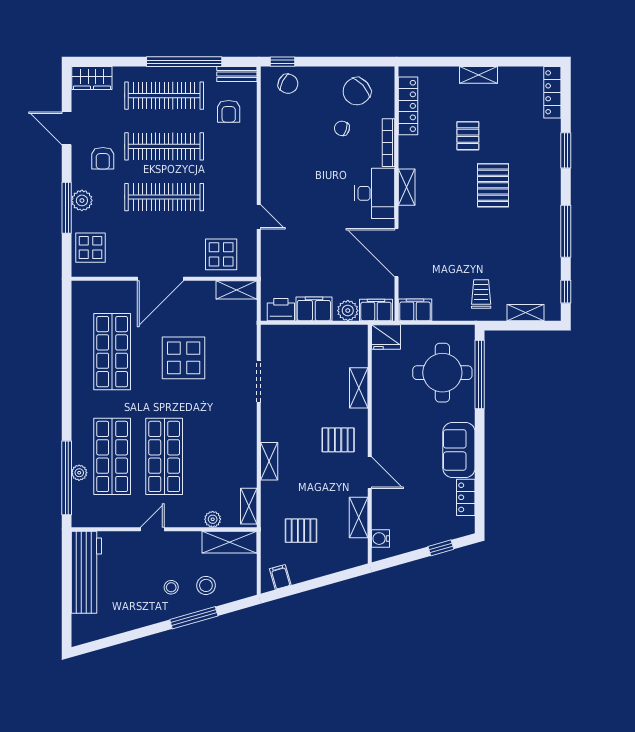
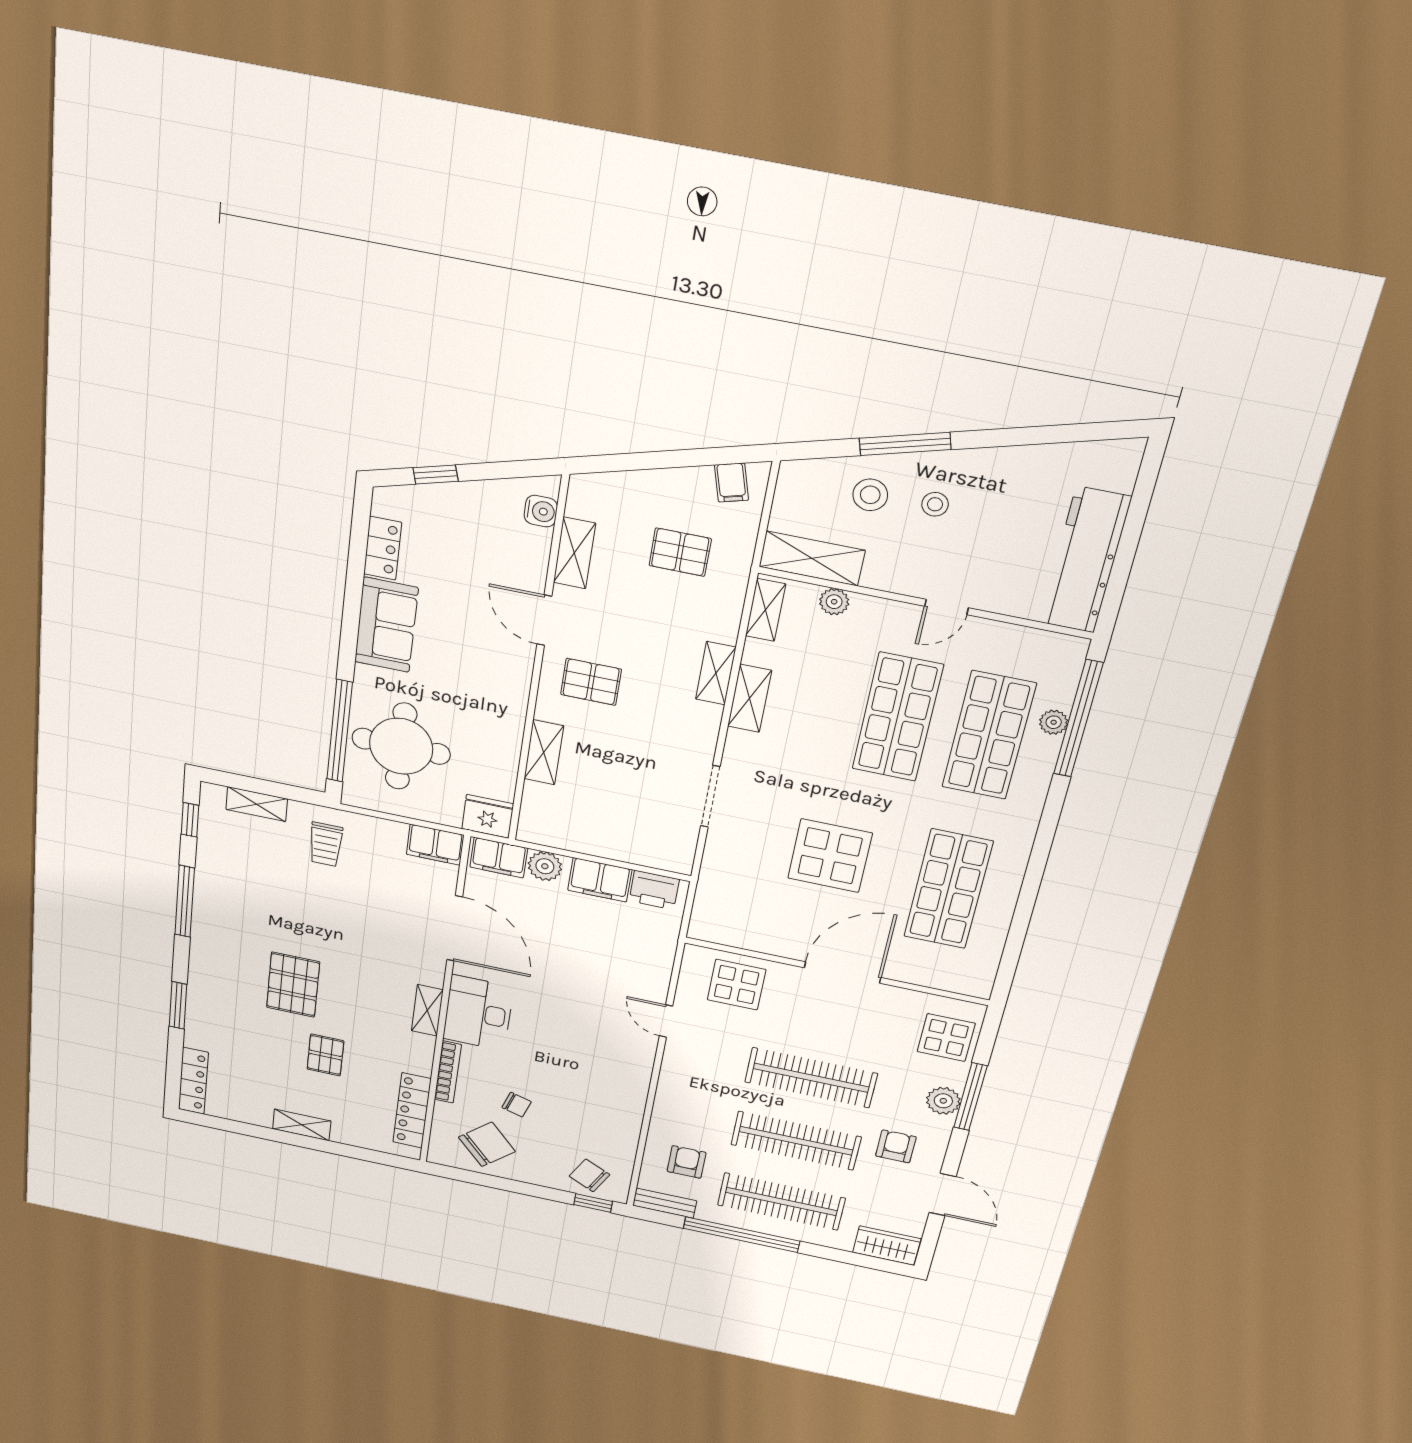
shelving: (237, 290) -> (750, 698), moved, turned 90

